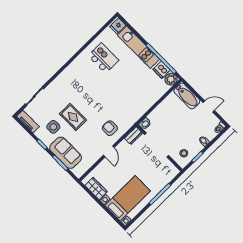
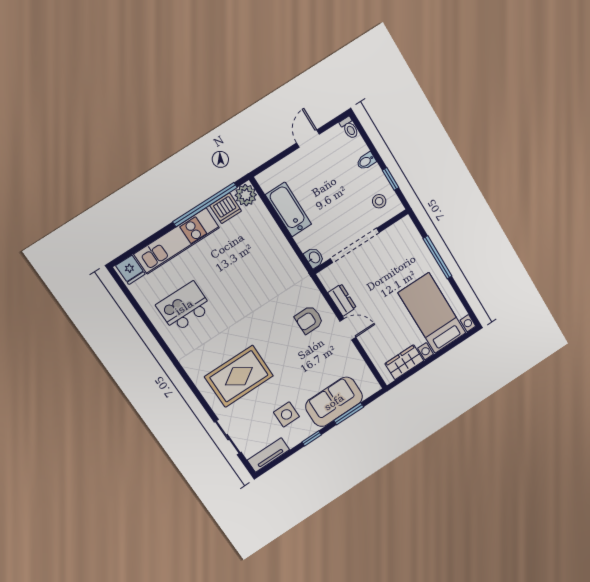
bathtub: (187, 96) -> (288, 209), moved, turned -90
rug: (73, 117) -> (239, 376), moved, width x1.36, depth x1.43
dresser: (133, 136) -> (342, 300), moved

